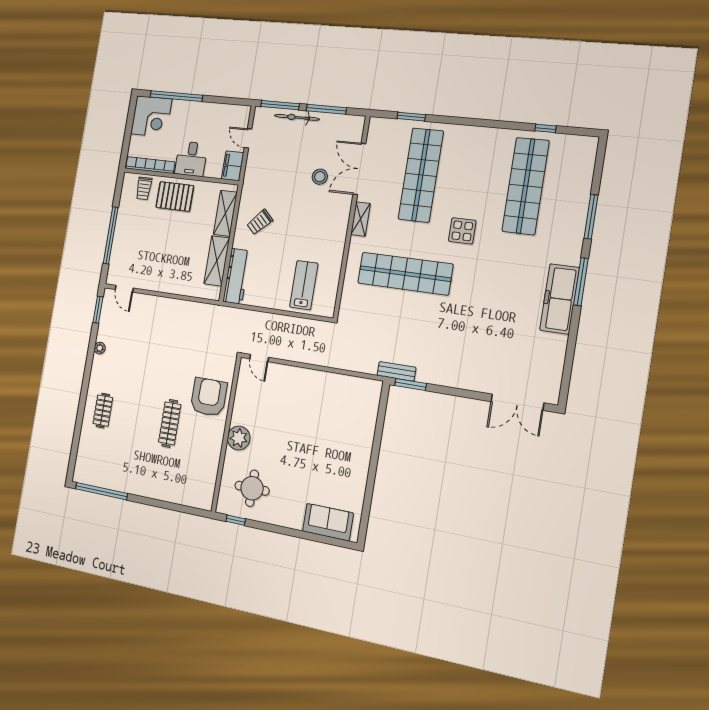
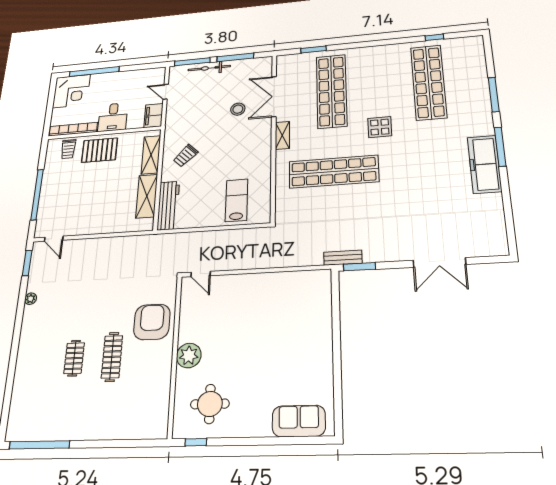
double door: (517, 402) -> (439, 262), moved
clothes rail: (103, 411) -> (74, 358), moved

